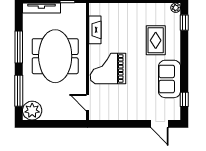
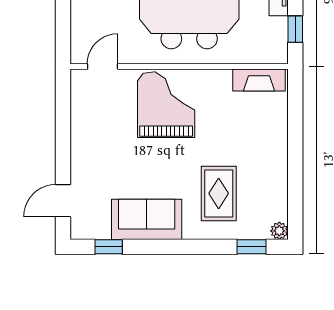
fireplace: (95, 30) -> (259, 80), moved
rug: (156, 40) -> (219, 193), turned 90

